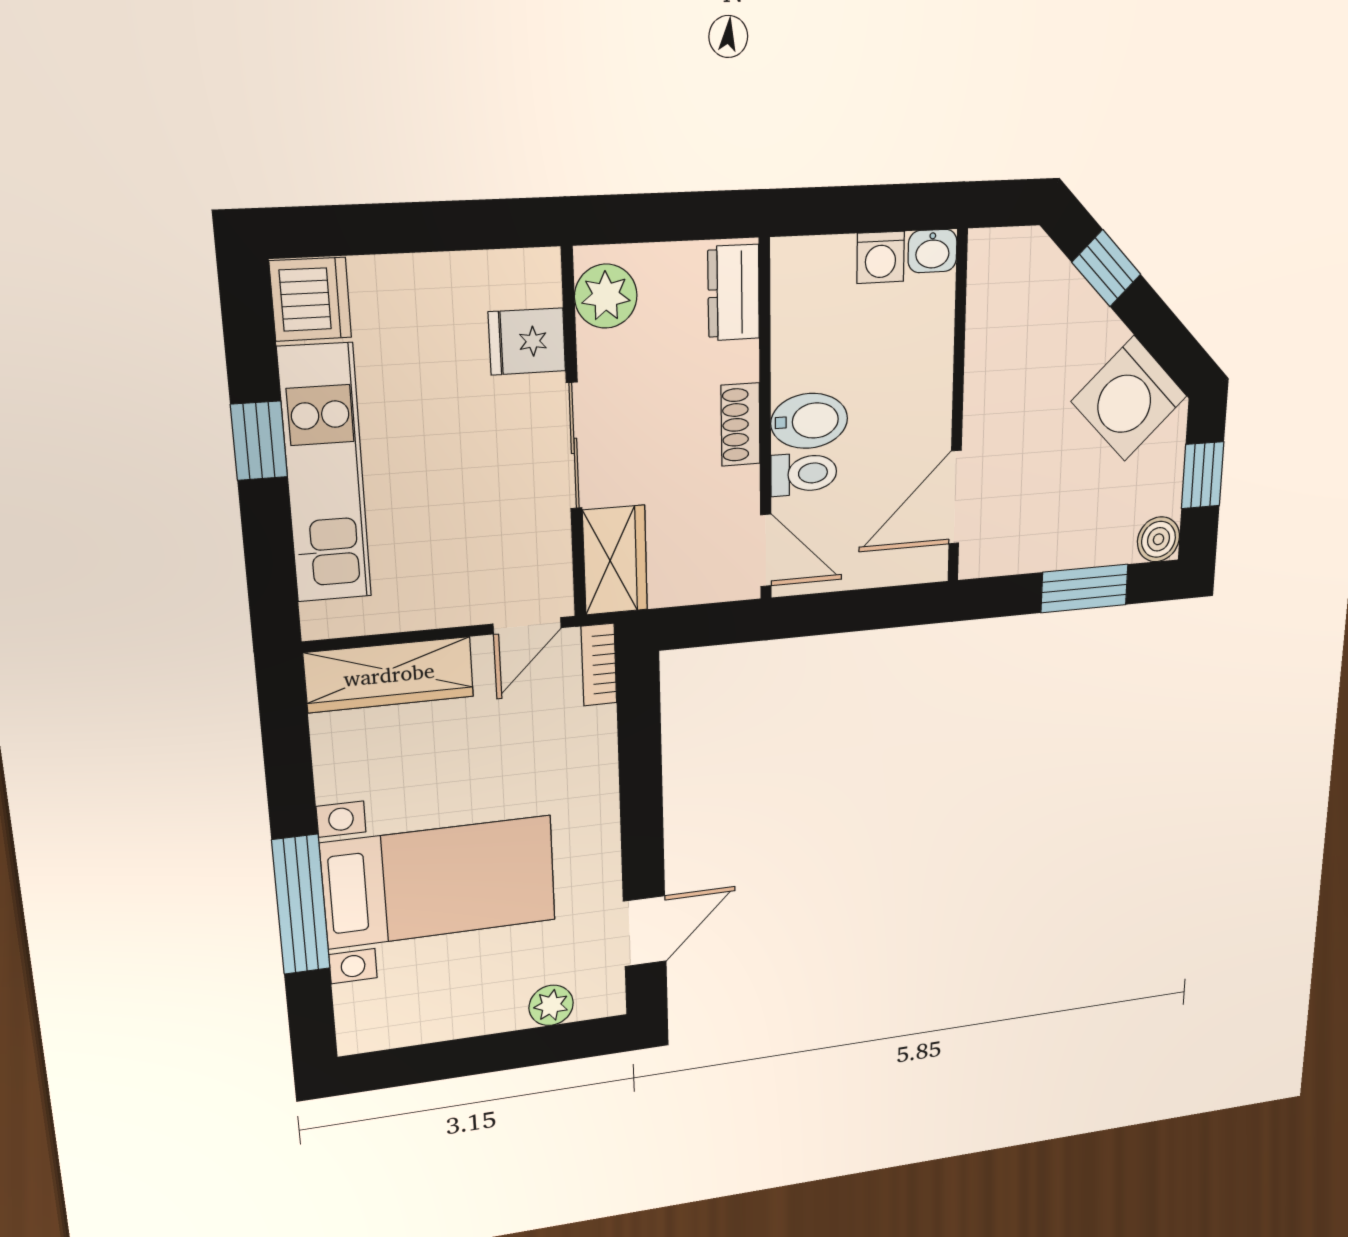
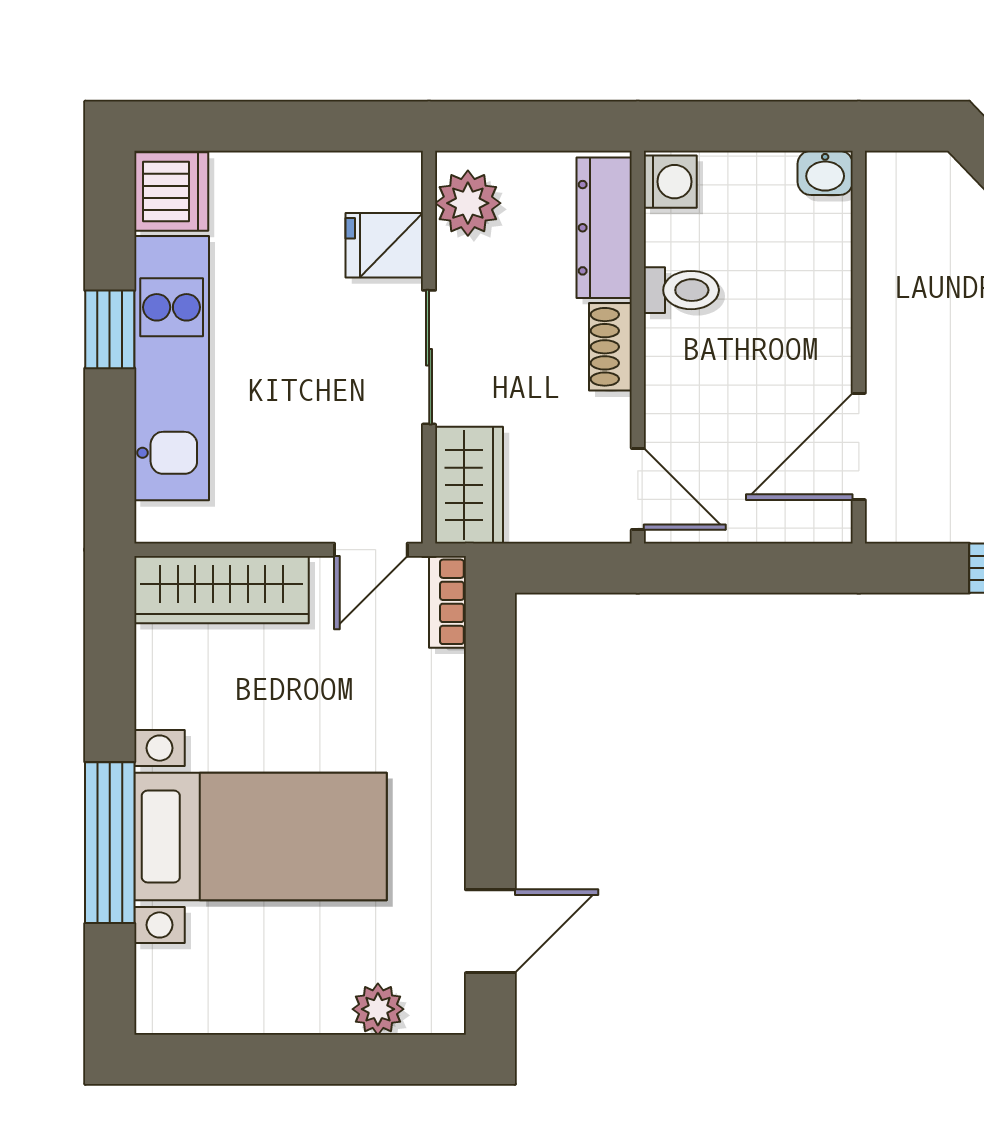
washing machine: (881, 257) -> (670, 182), moved, turned -90
dresser: (734, 293) -> (604, 228), width x1.44
bidet: (809, 421) -> (687, 348), removed
toilet: (804, 474) -> (681, 290), moved

